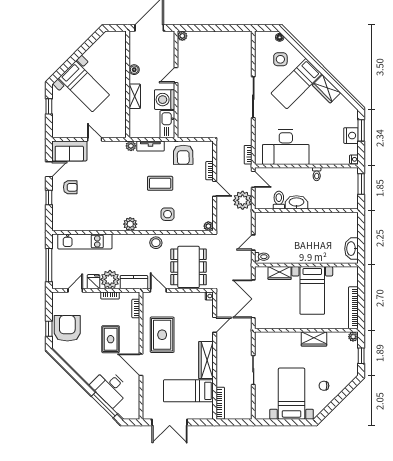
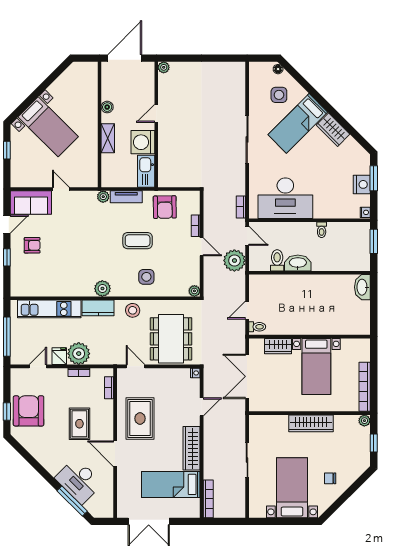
washbasin: (351, 249) -> (362, 287), moved
kitchen counter: (134, 282) -> (98, 308), moved, turned 180
wardrobe: (314, 339) -> (311, 423), width x1.50

